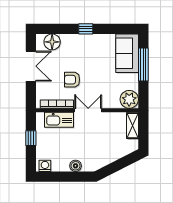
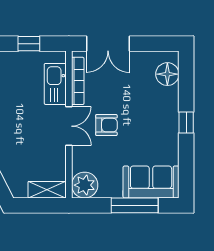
double door: (31, 66) -> (108, 44), moved
armchair: (72, 80) -> (106, 125), moved, turned 90

